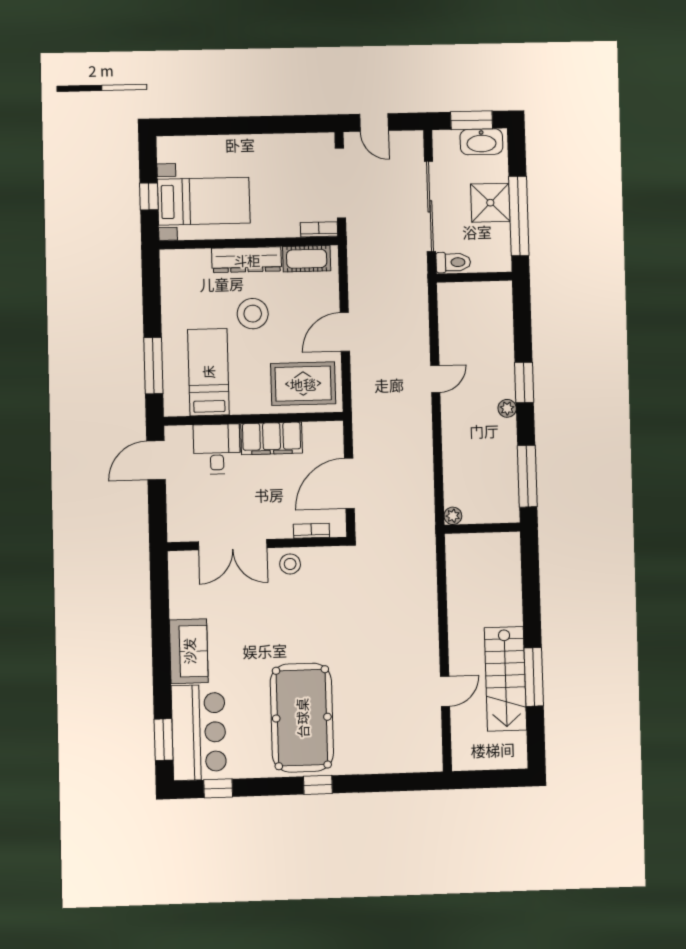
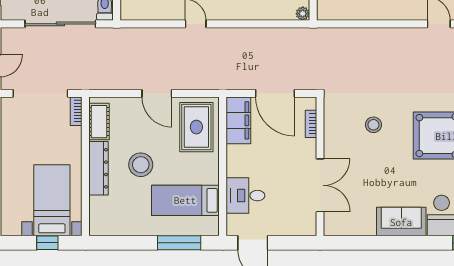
filing cabinet: (272, 438) -> (238, 120), moved
stool: (290, 564) -> (373, 125), moved

